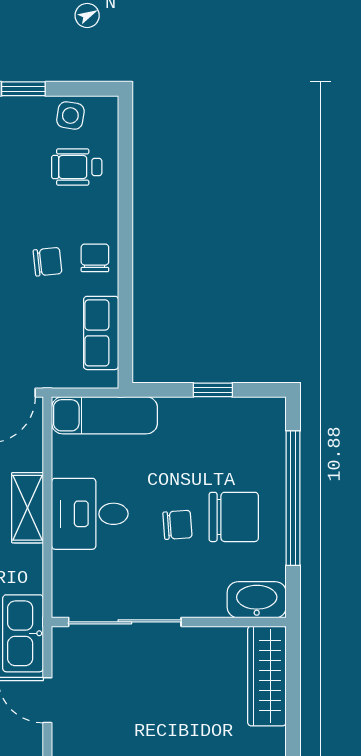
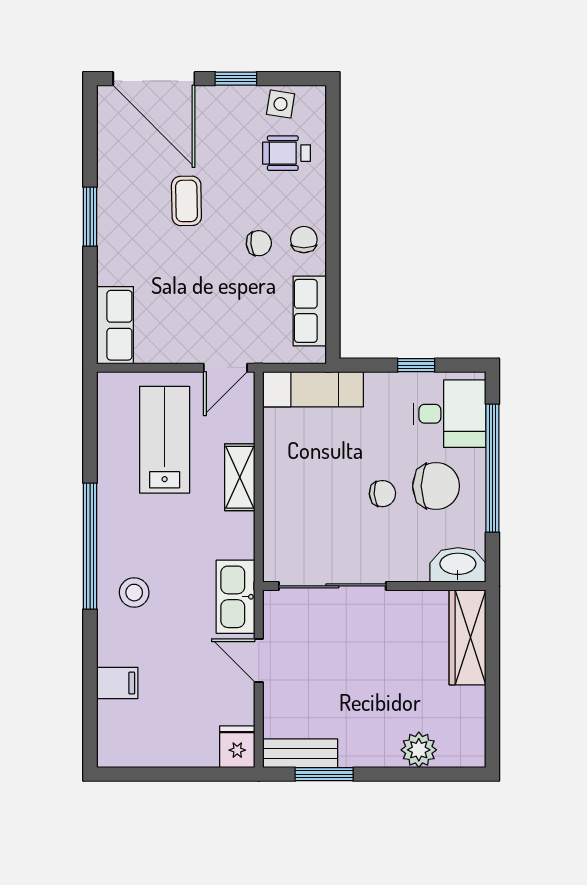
desk: (90, 514) -> (450, 414), moved, turned 180

